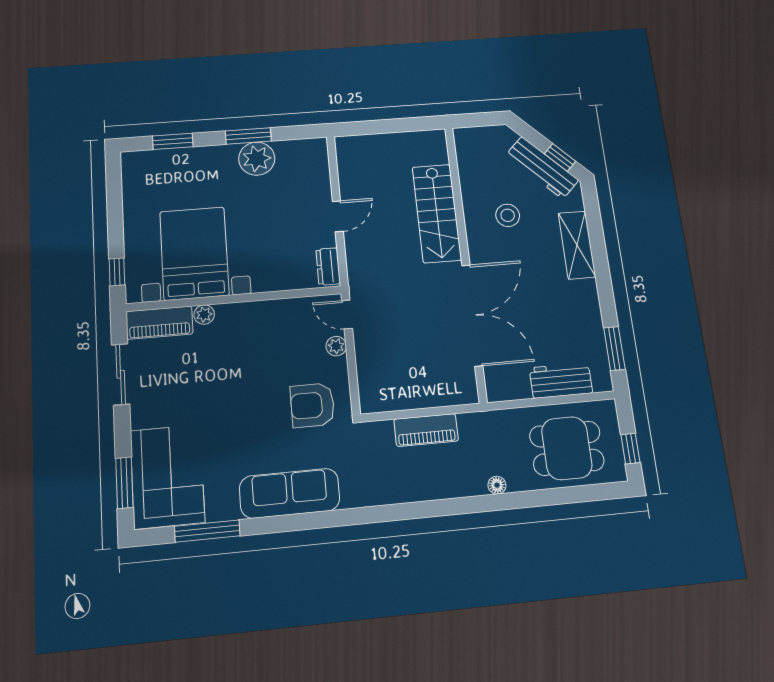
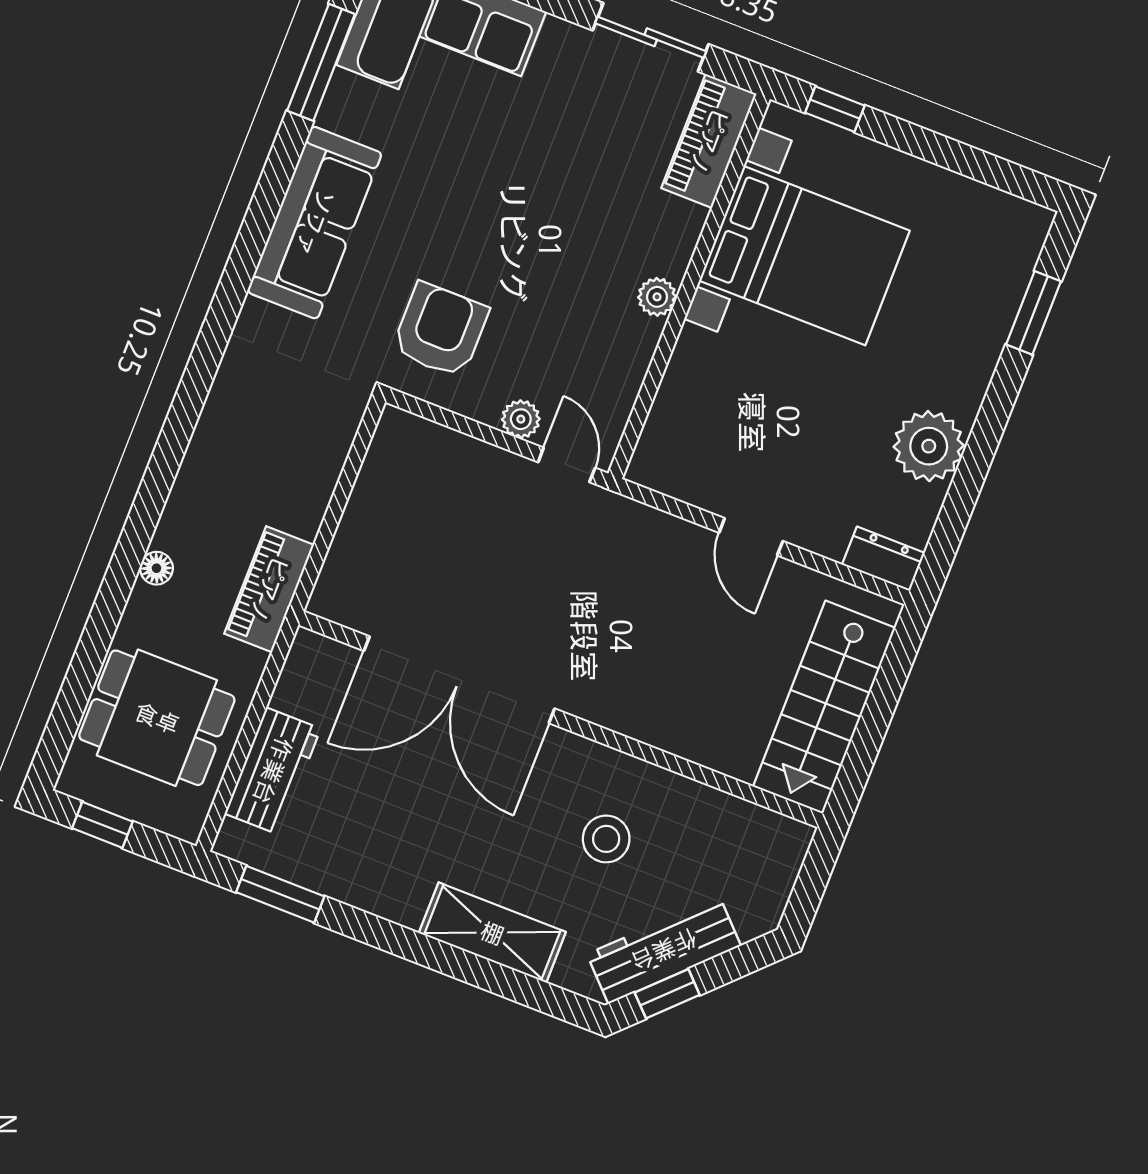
window: (248, 136) -> (980, 451), removed
stairs: (437, 213) -> (824, 707), moved, turned -90
dresser: (328, 266) -> (883, 559), moved
door: (347, 314) -> (567, 465), hinge flipped
plant: (204, 315) -> (657, 297), moved
piano: (426, 430) -> (269, 589), moved
dining table: (567, 448) -> (157, 718), turned 90

